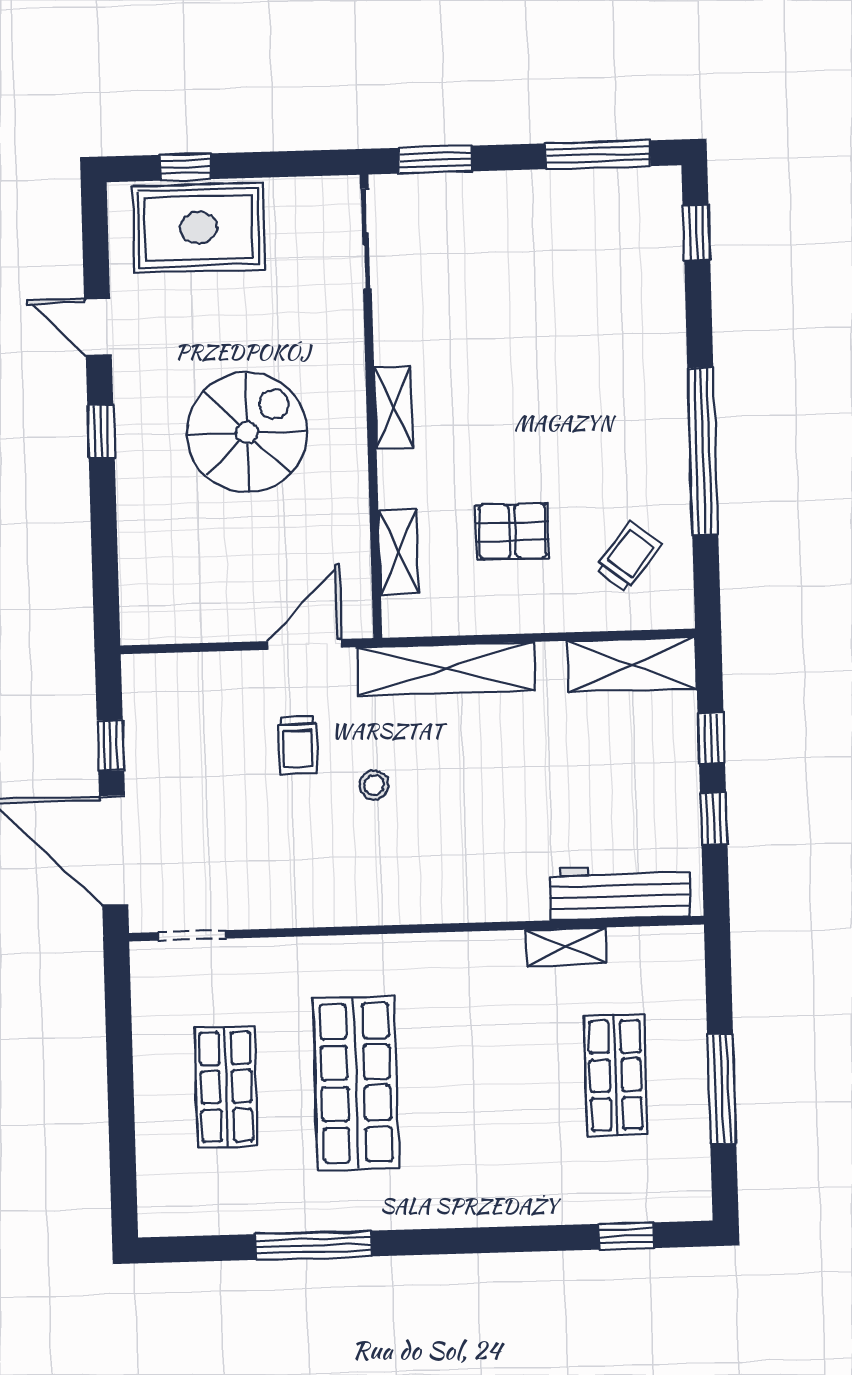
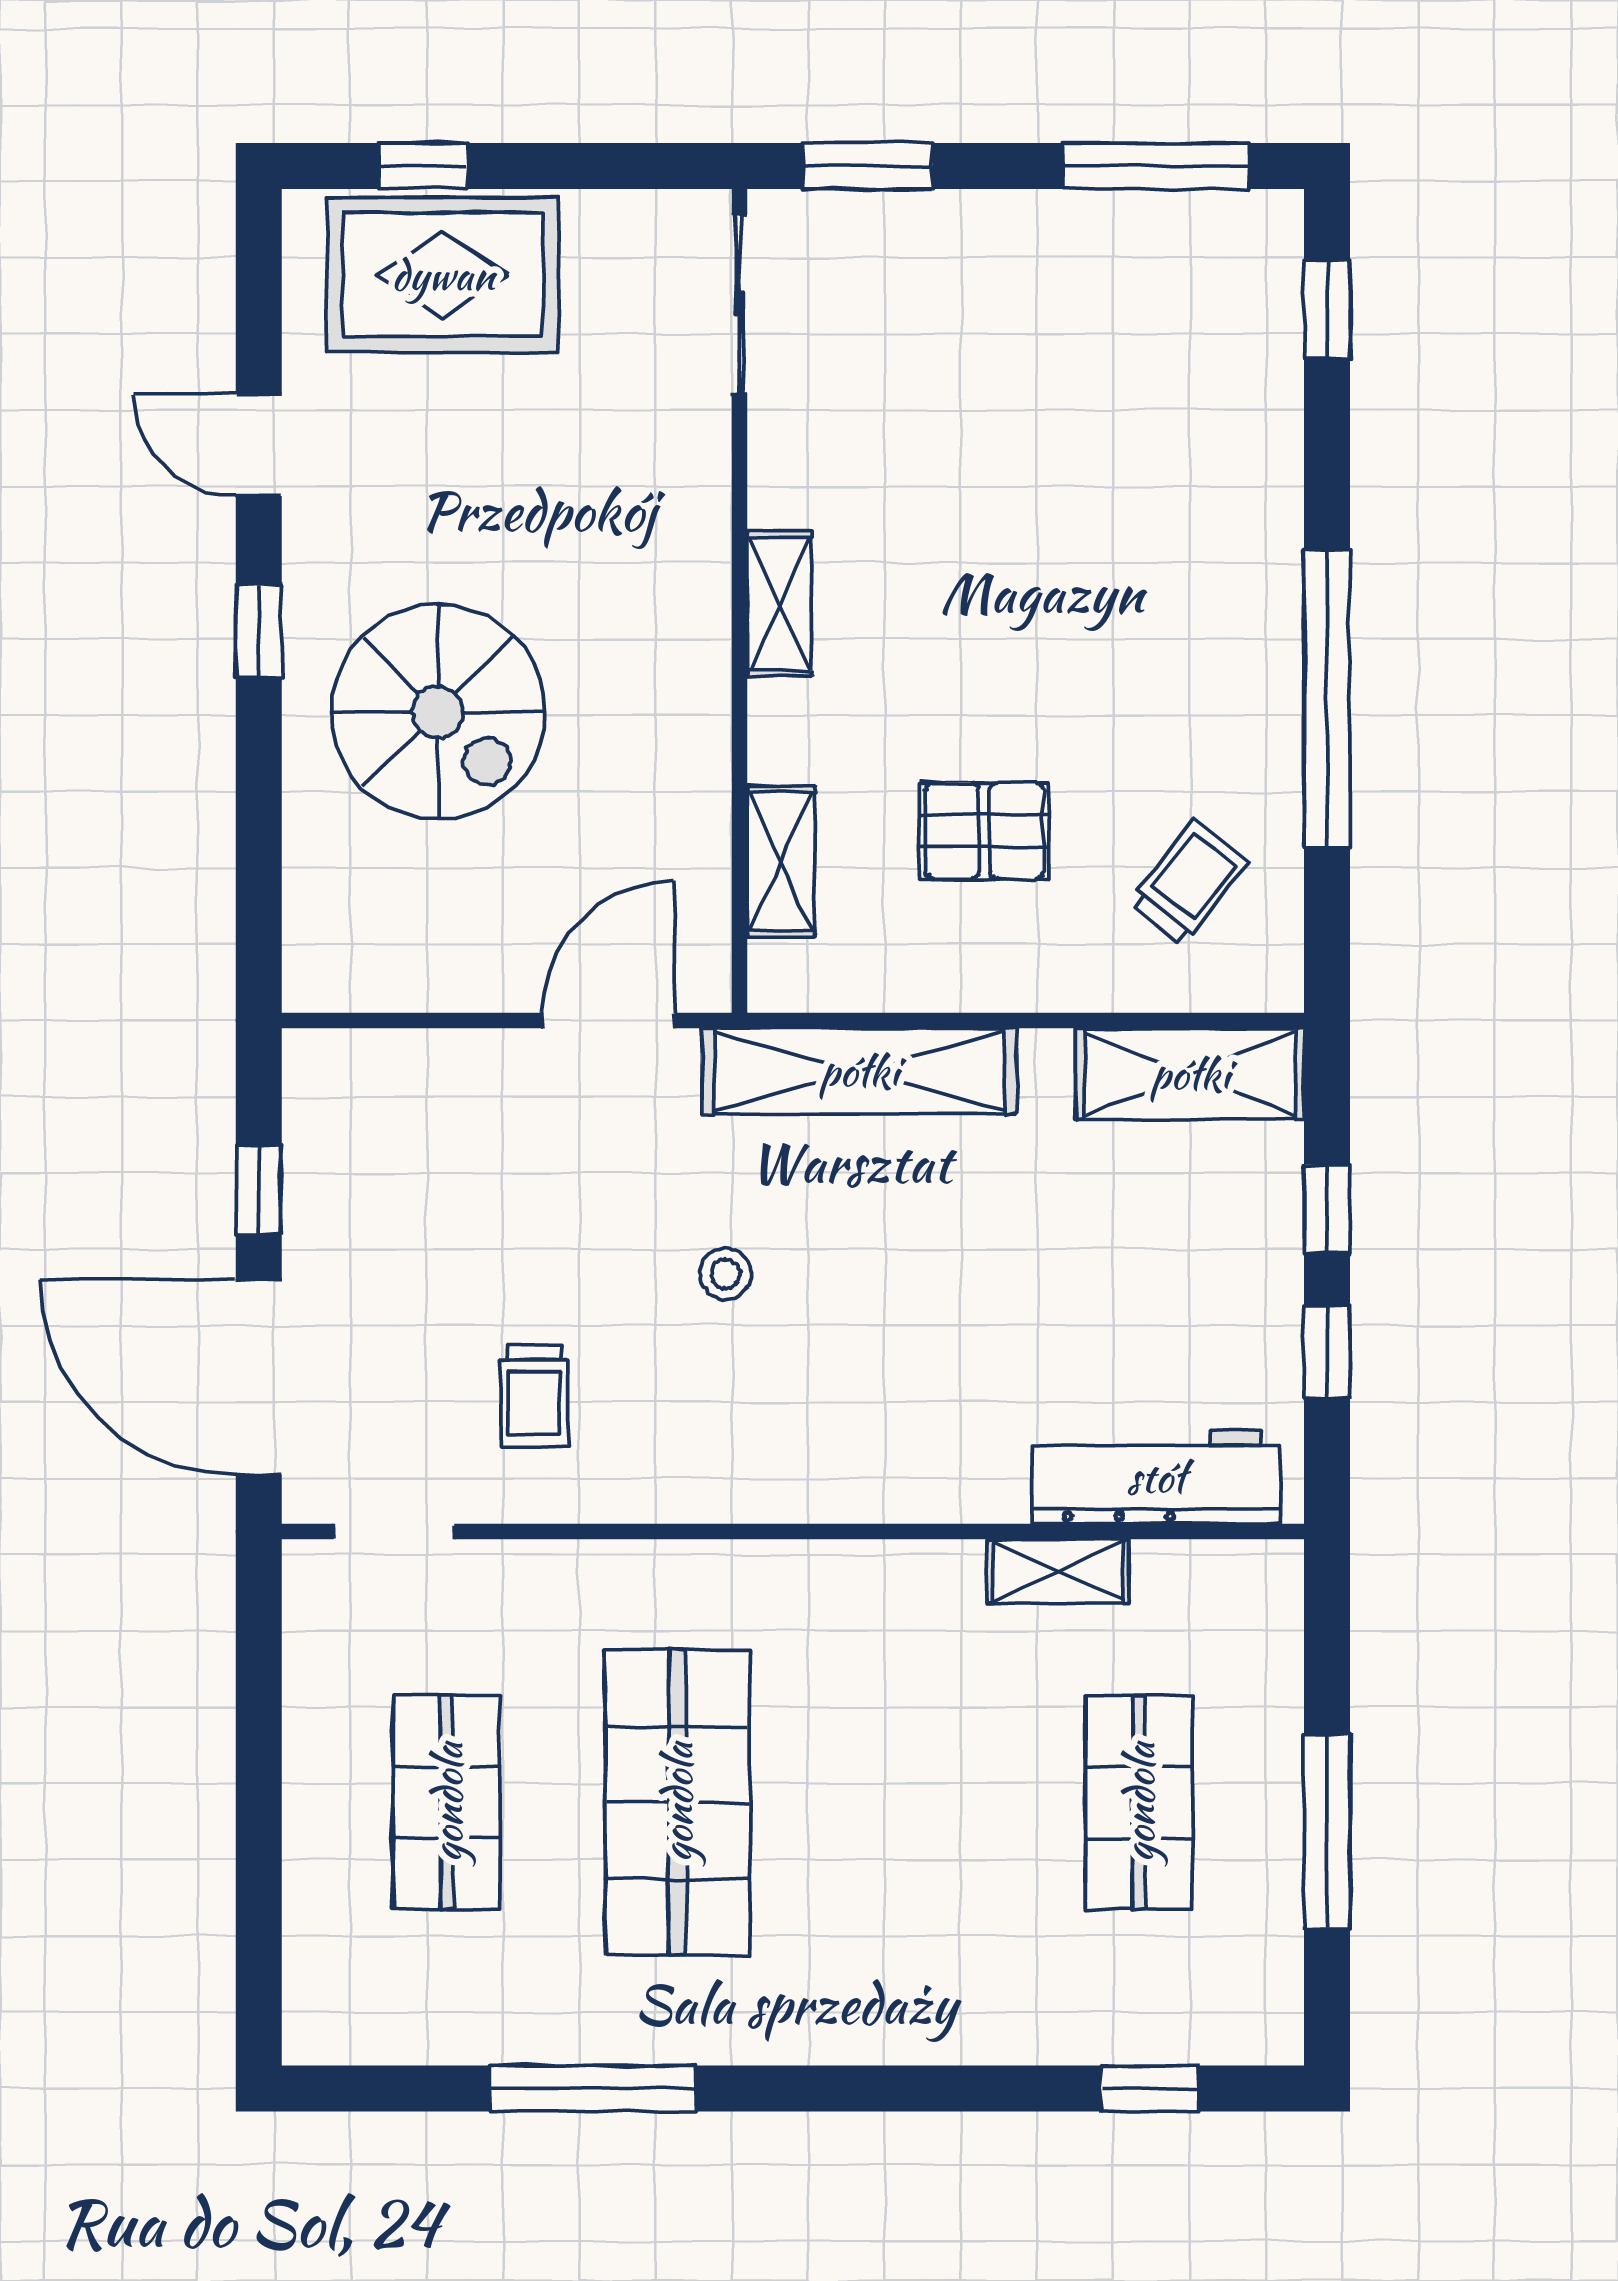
spiral stairs: (247, 433) -> (438, 712), moved, turned 90
trolley: (298, 745) -> (534, 1396), moved

